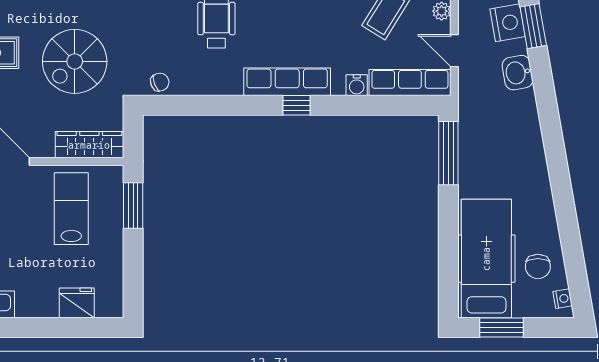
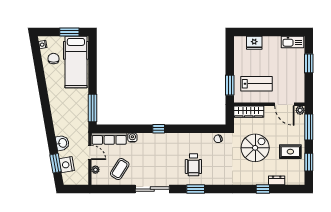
row of seats: (287, 82) -> (163, 139), removed
lab bench: (71, 209) -> (257, 84), turned -90

